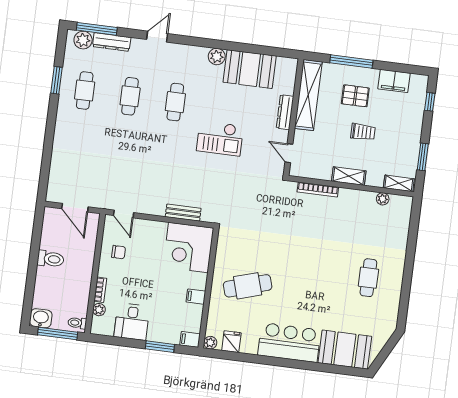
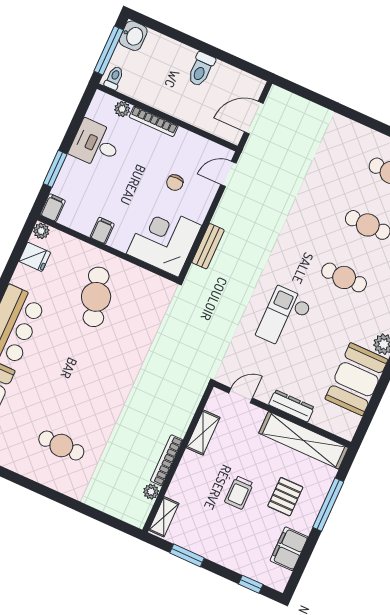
shelving: (349, 176) -> (203, 433), moved
bookcase: (318, 190) -> (167, 460), moved
chair: (119, 252) -> (175, 183), moved
bookcase: (100, 290) -> (154, 121), width x1.56

